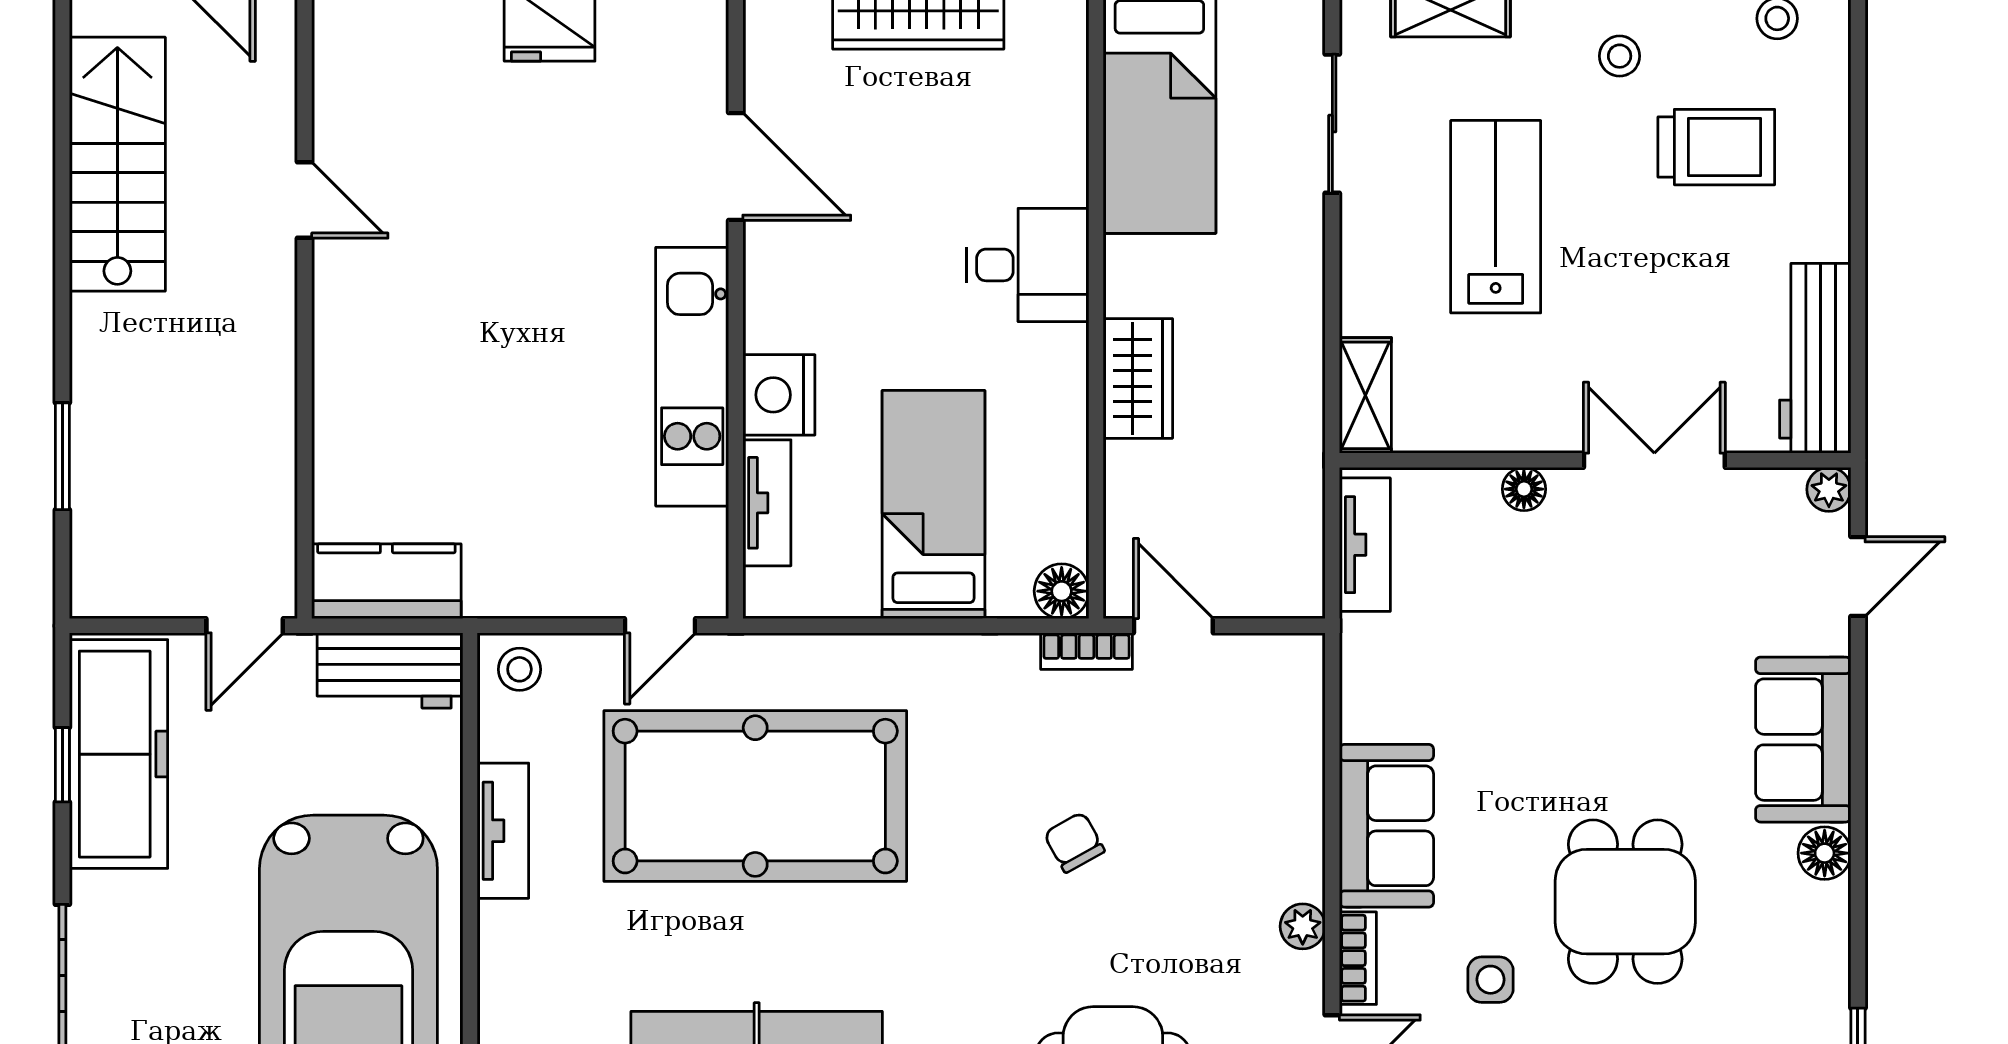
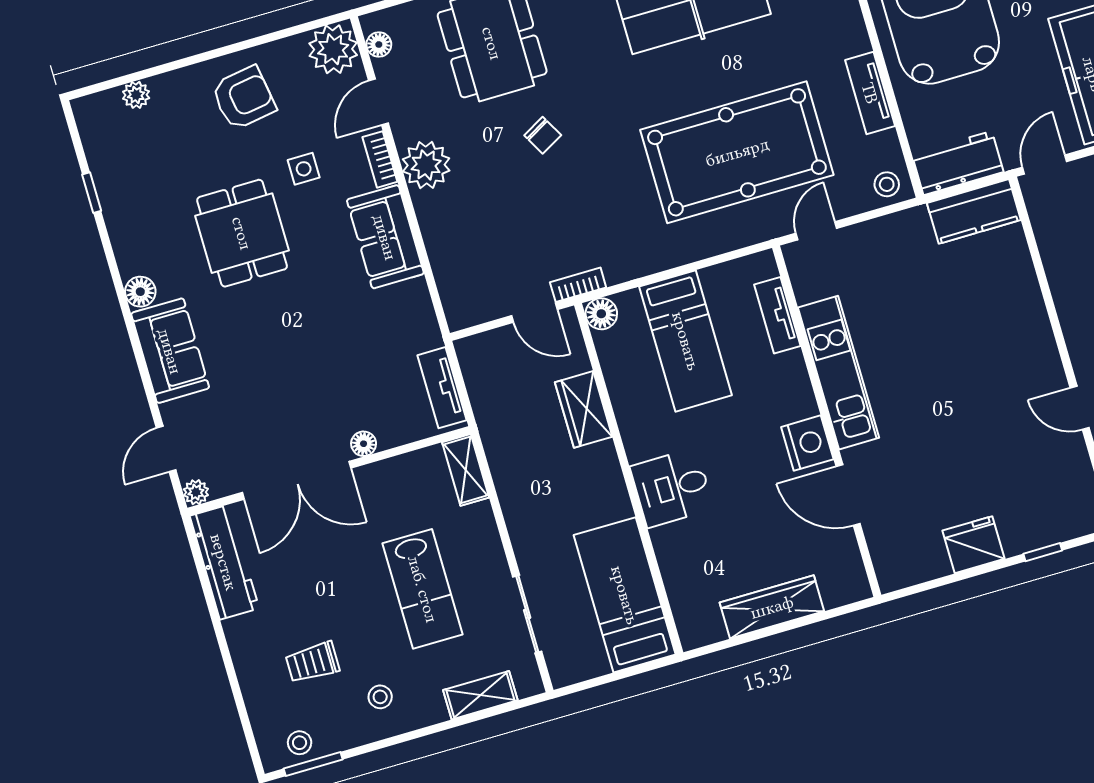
trolley: (1716, 147) -> (312, 662), width x0.73, depth x0.72
wardrobe: (1138, 378) -> (584, 409), moved
nightstand: (779, 395) -> (807, 443), moved
double door: (1654, 460) -> (297, 480), width x1.37
chair: (1074, 842) -> (543, 135), moved
plant: (1303, 926) -> (426, 165), width x1.88, depth x1.88

